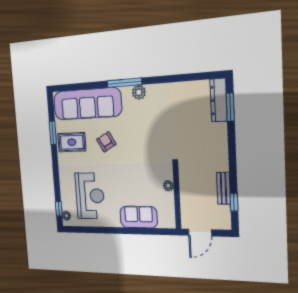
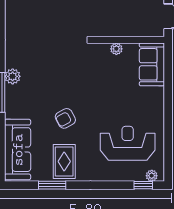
sofa: (87, 104) -> (18, 150), width x0.74, depth x0.79
sofa: (139, 217) -> (152, 64), moved

